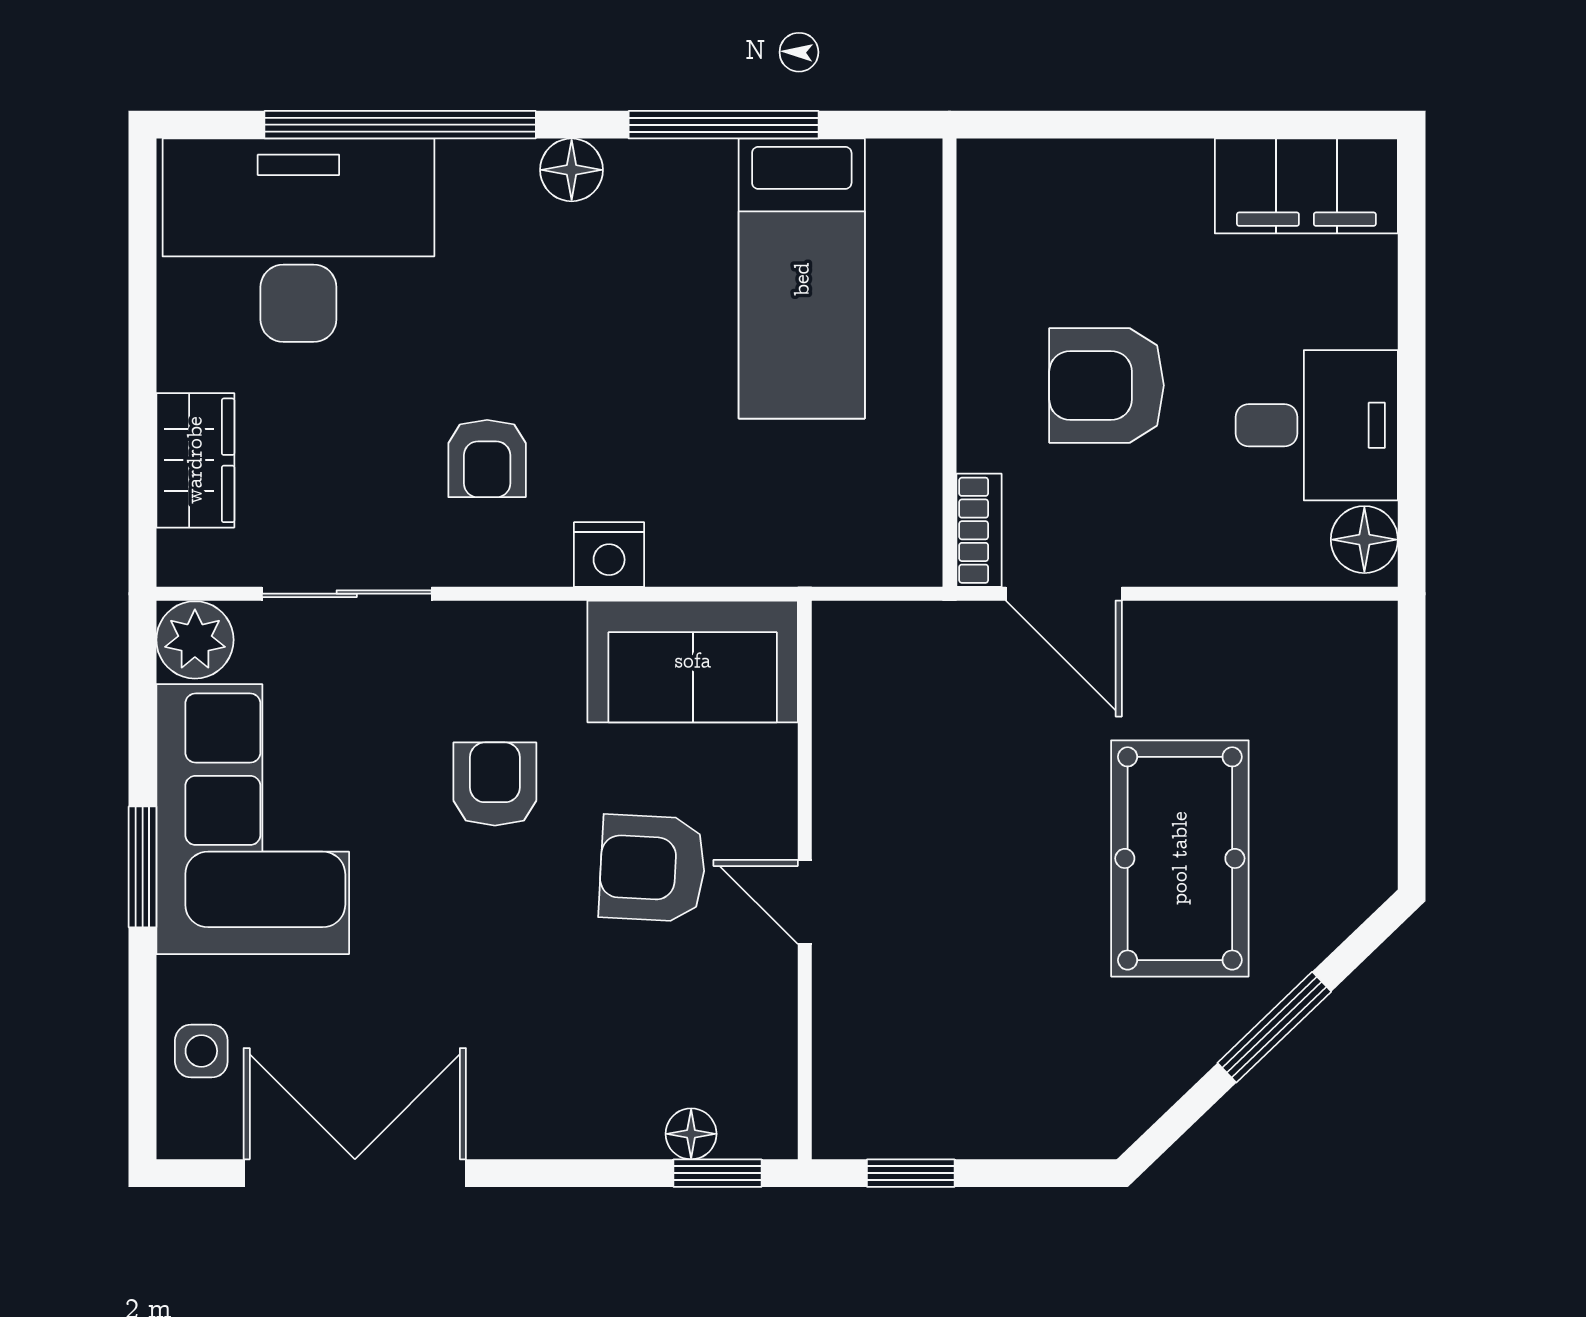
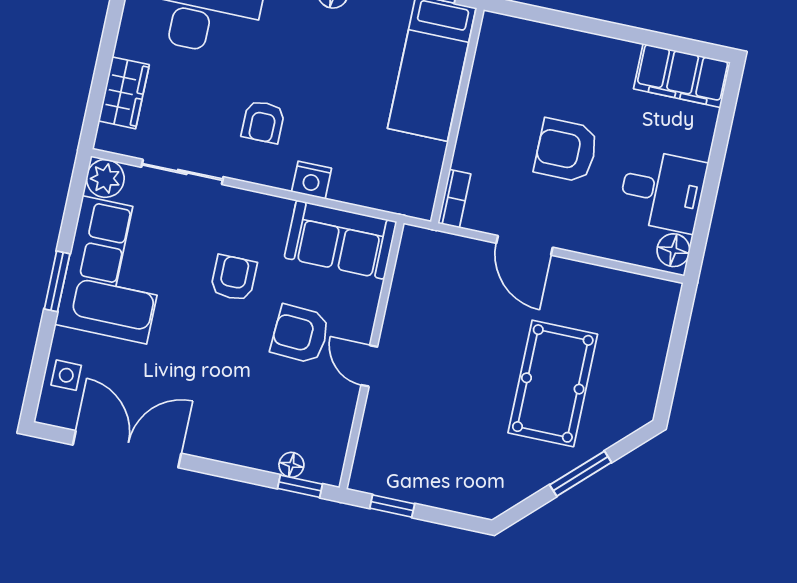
wall: (950, 363) -> (457, 116), moved
bookcase: (979, 530) -> (454, 199), moved

